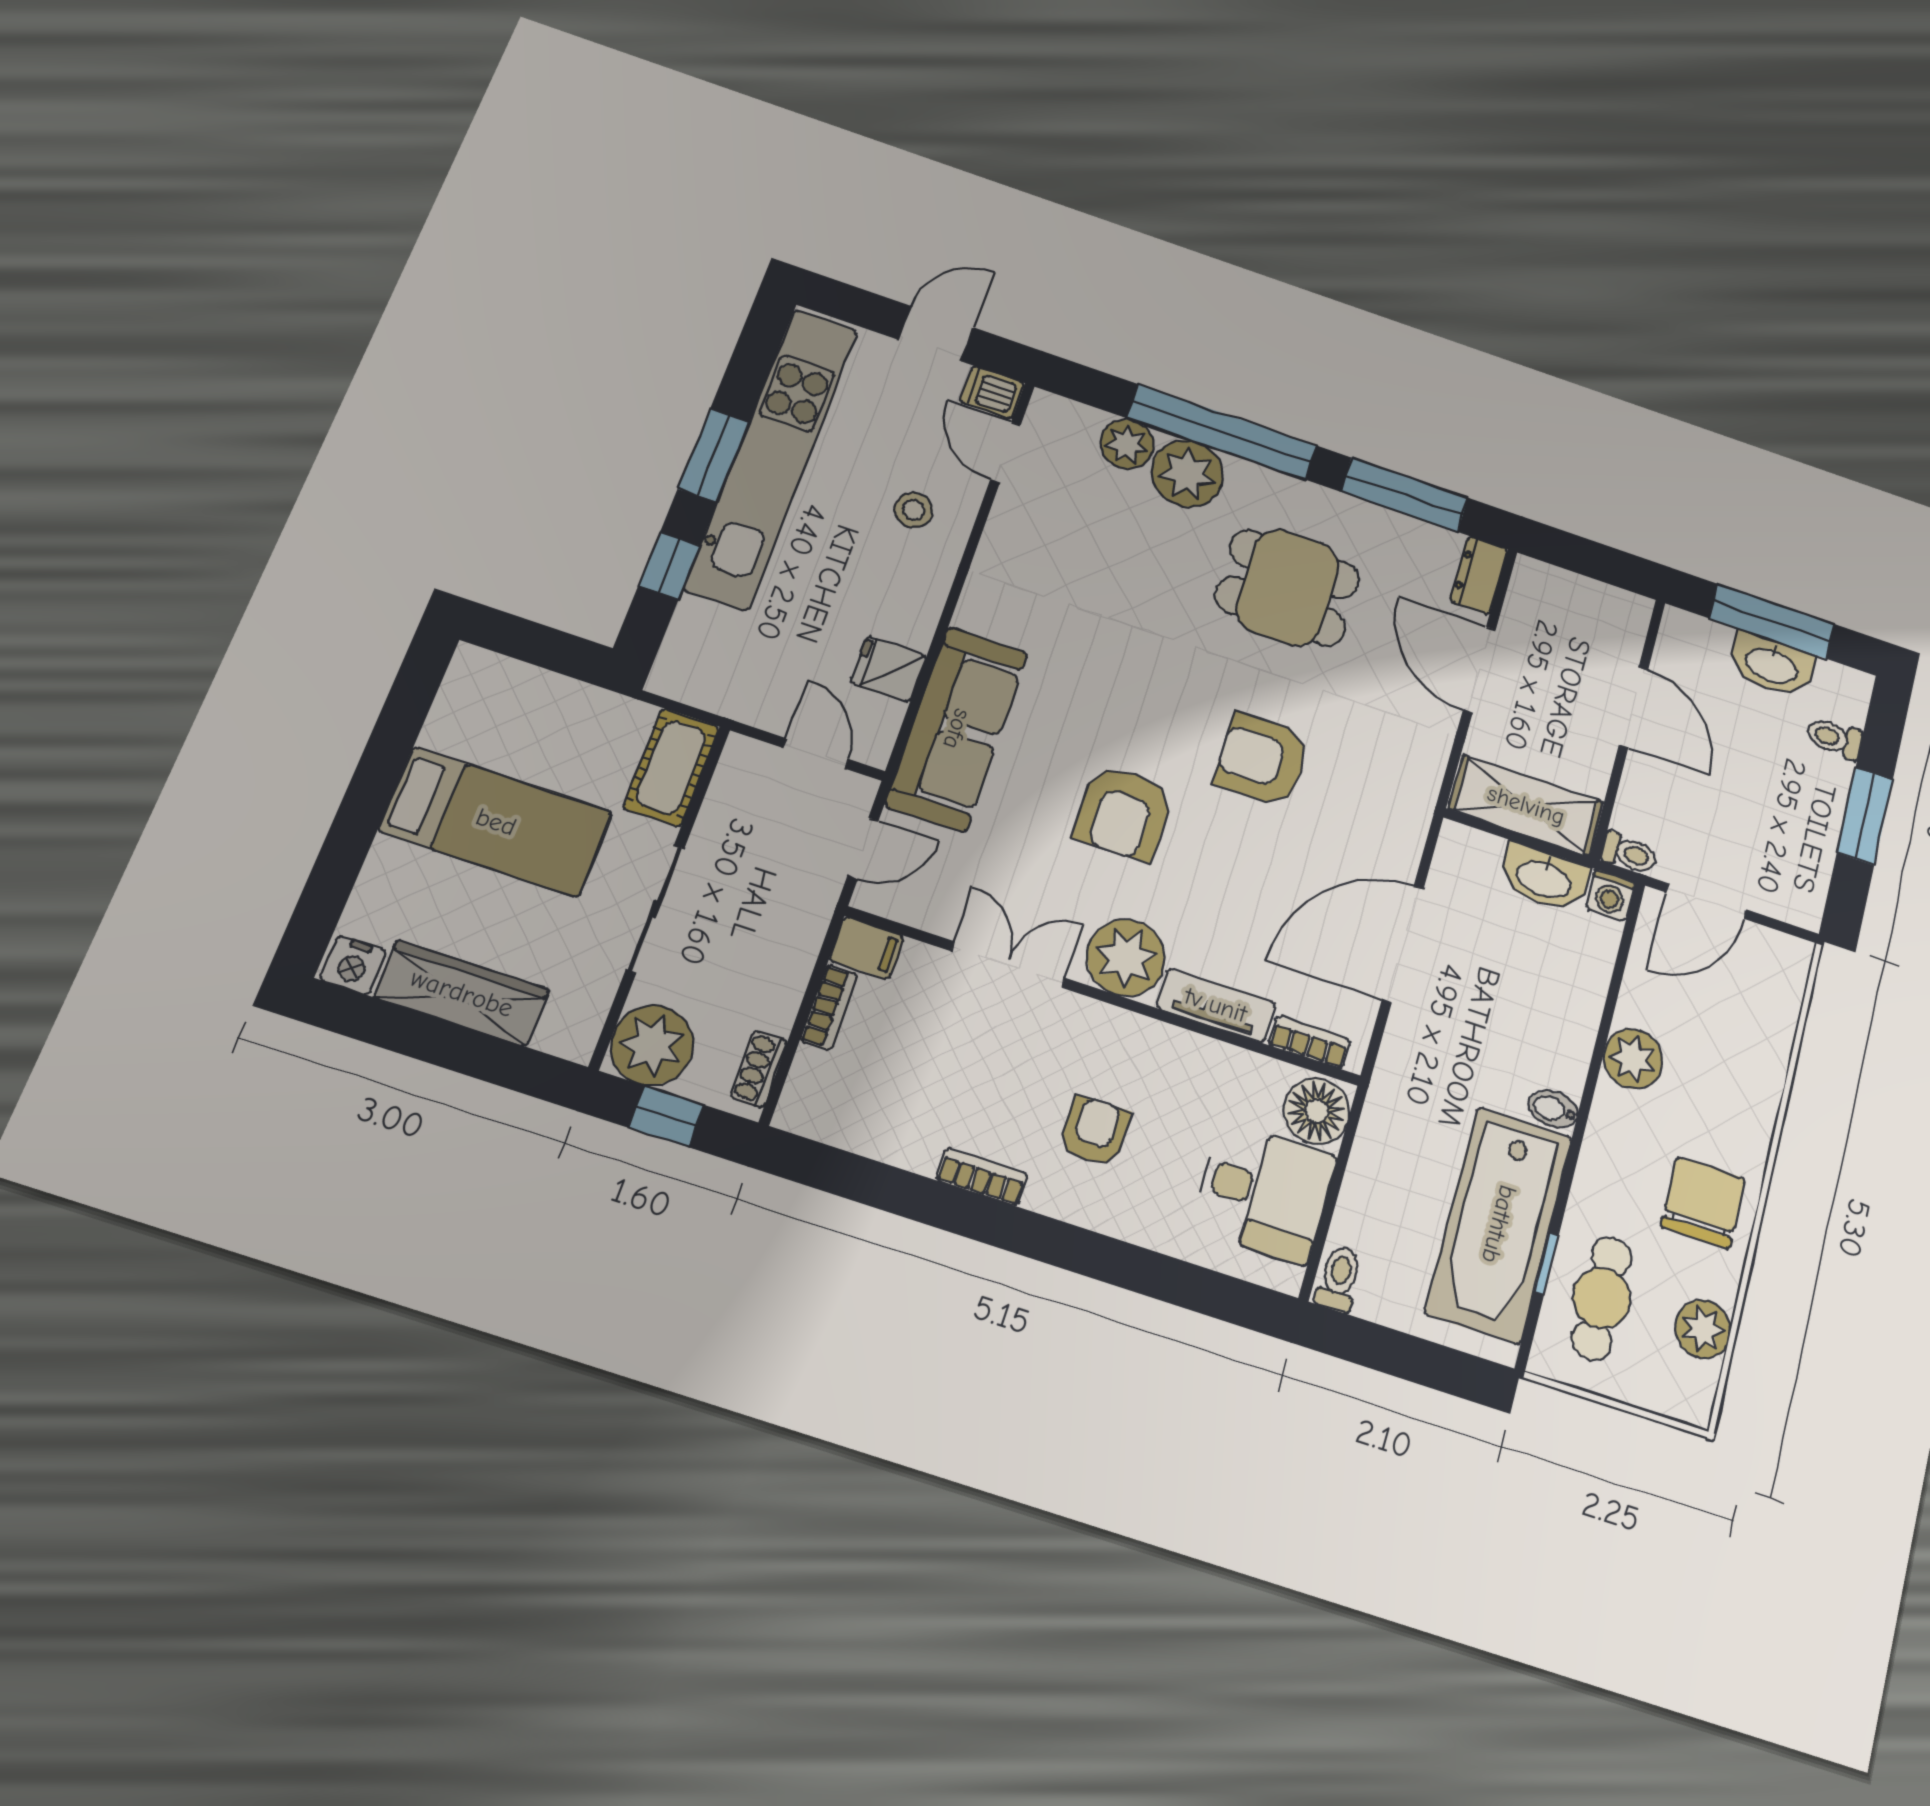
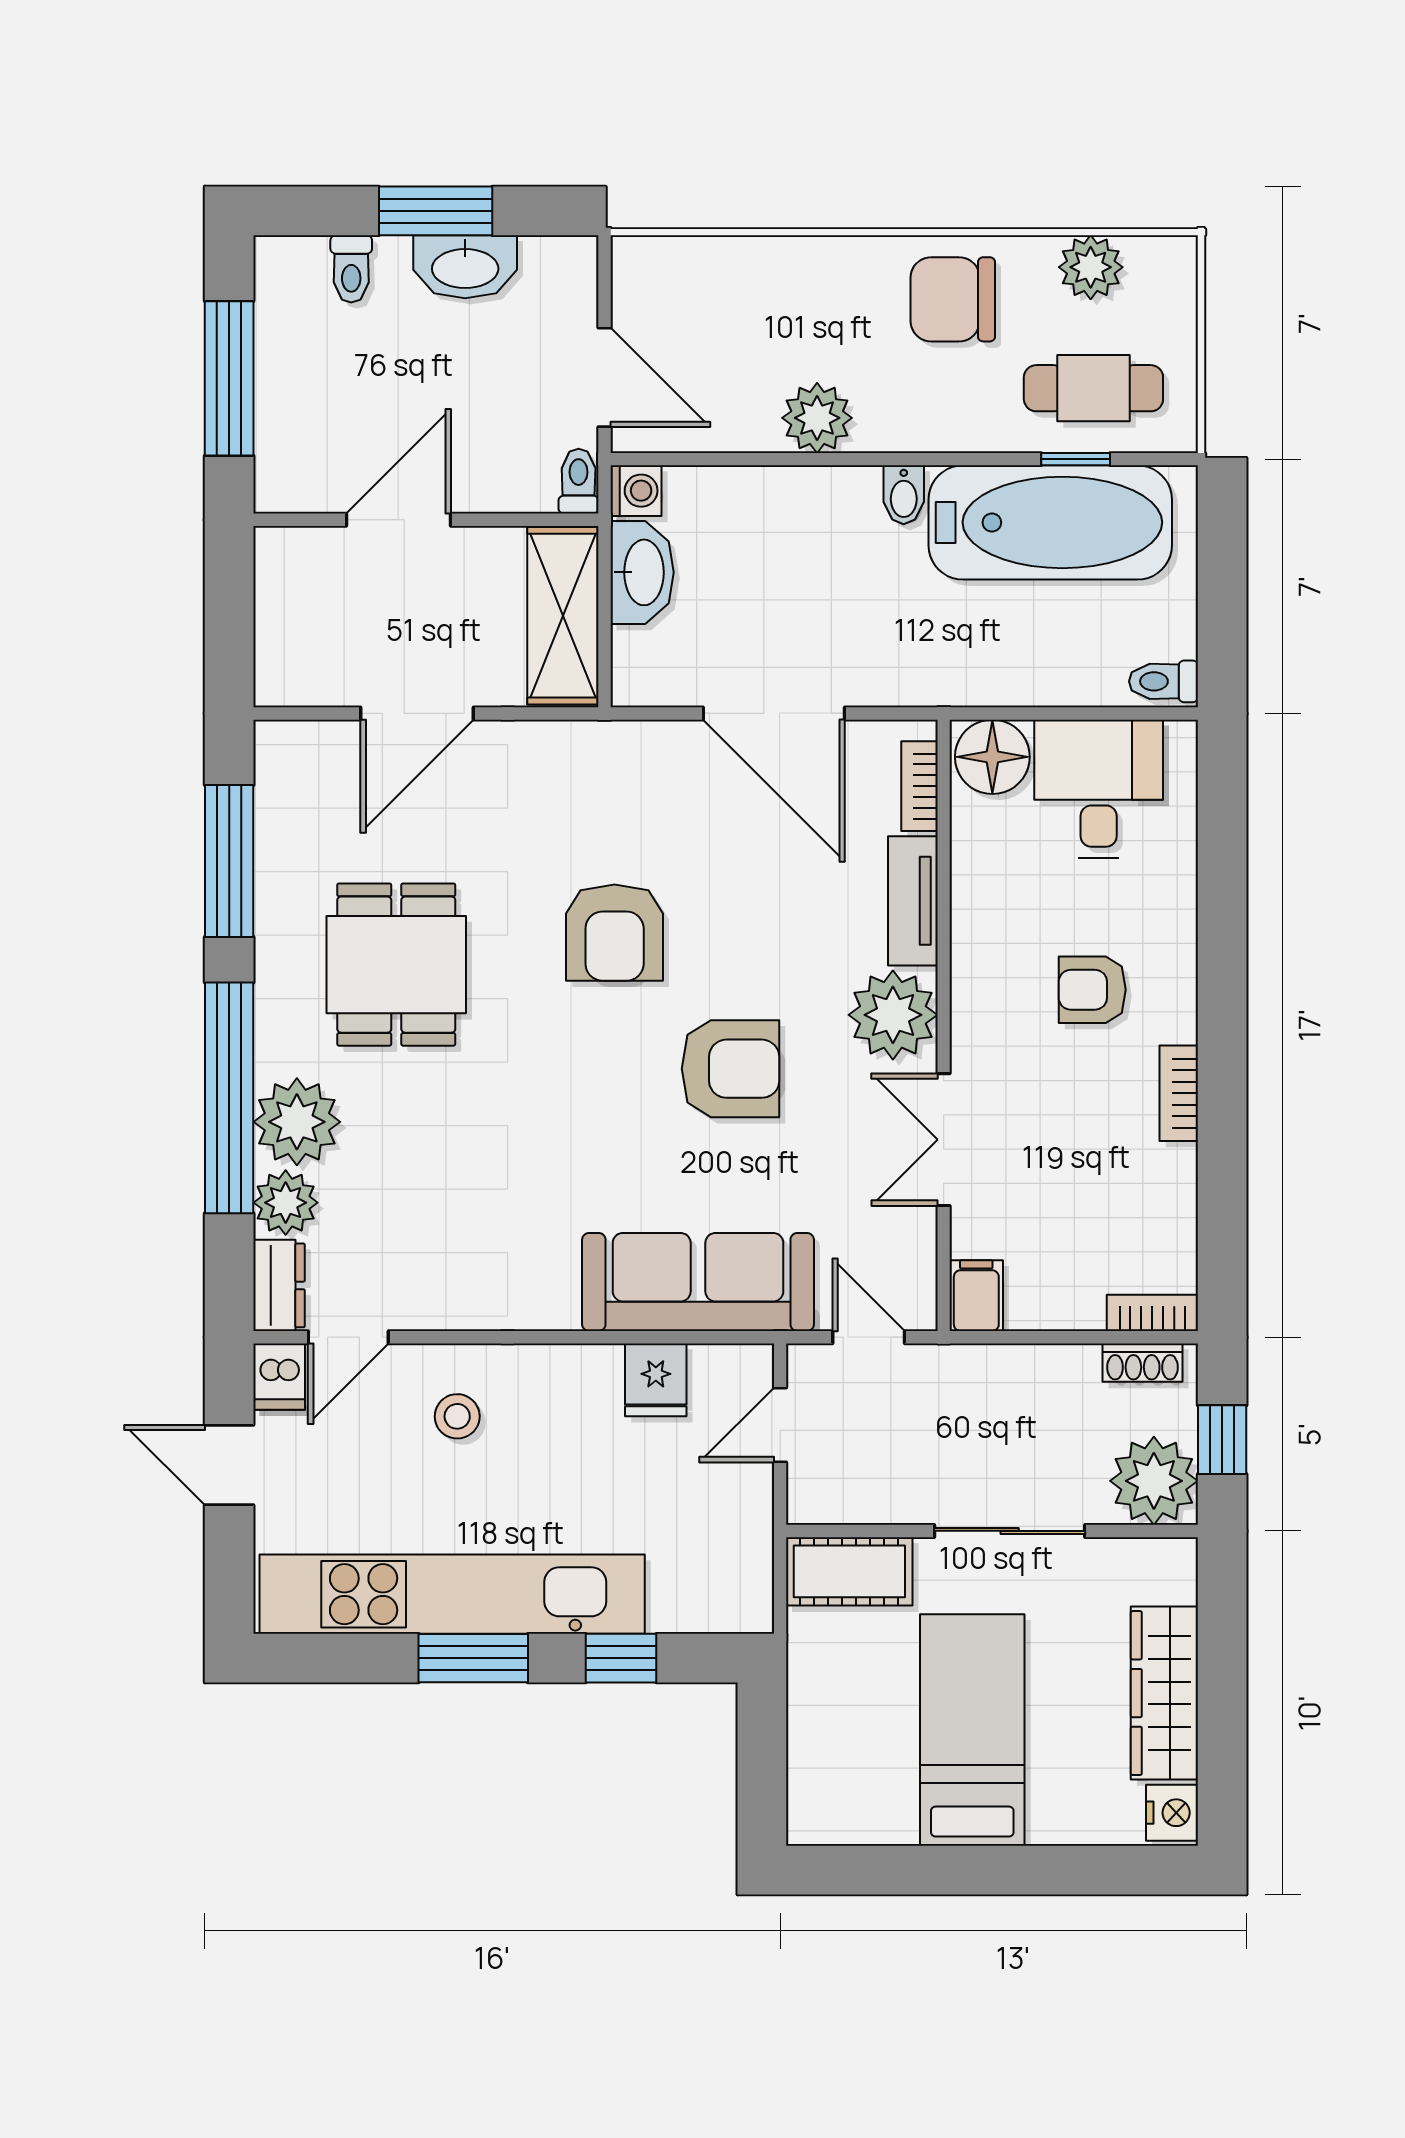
dresser: (1479, 575) -> (279, 1285), moved, turned -90
washbasin: (1772, 665) -> (465, 267), moved, turned 90
bookcase: (829, 1007) -> (1152, 1313), moved

